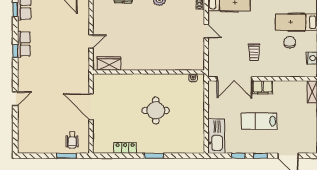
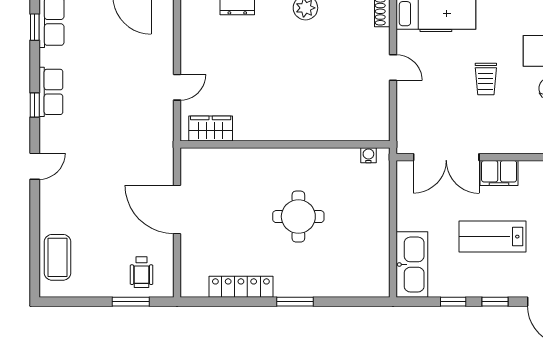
trolley: (254, 52) -> (486, 79), moved
door: (15, 99) -> (35, 166), moved
coffee table: (27, 132) -> (57, 257), added
locker: (125, 148) -> (241, 287), width x1.53

